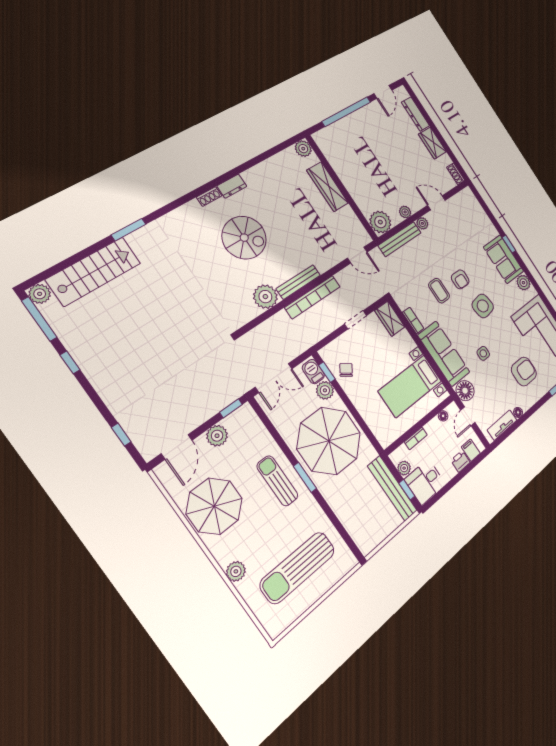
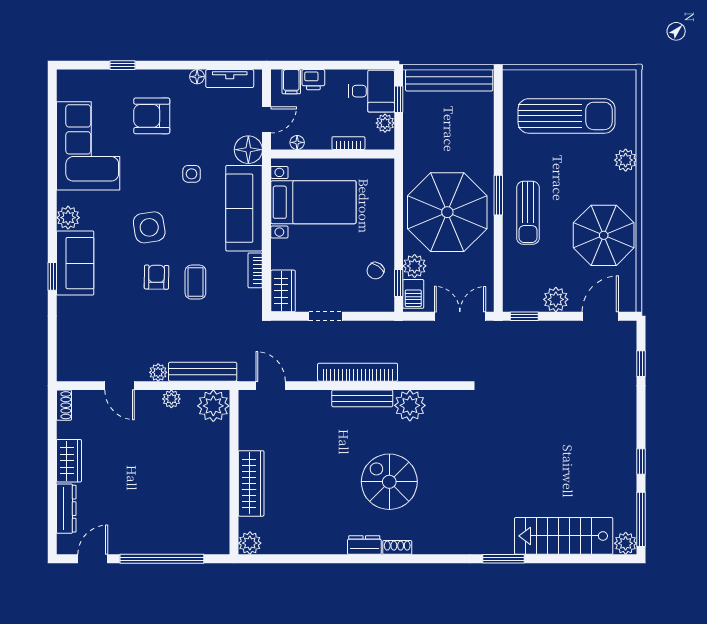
bench: (392, 488) -> (449, 80), moved, turned 90

